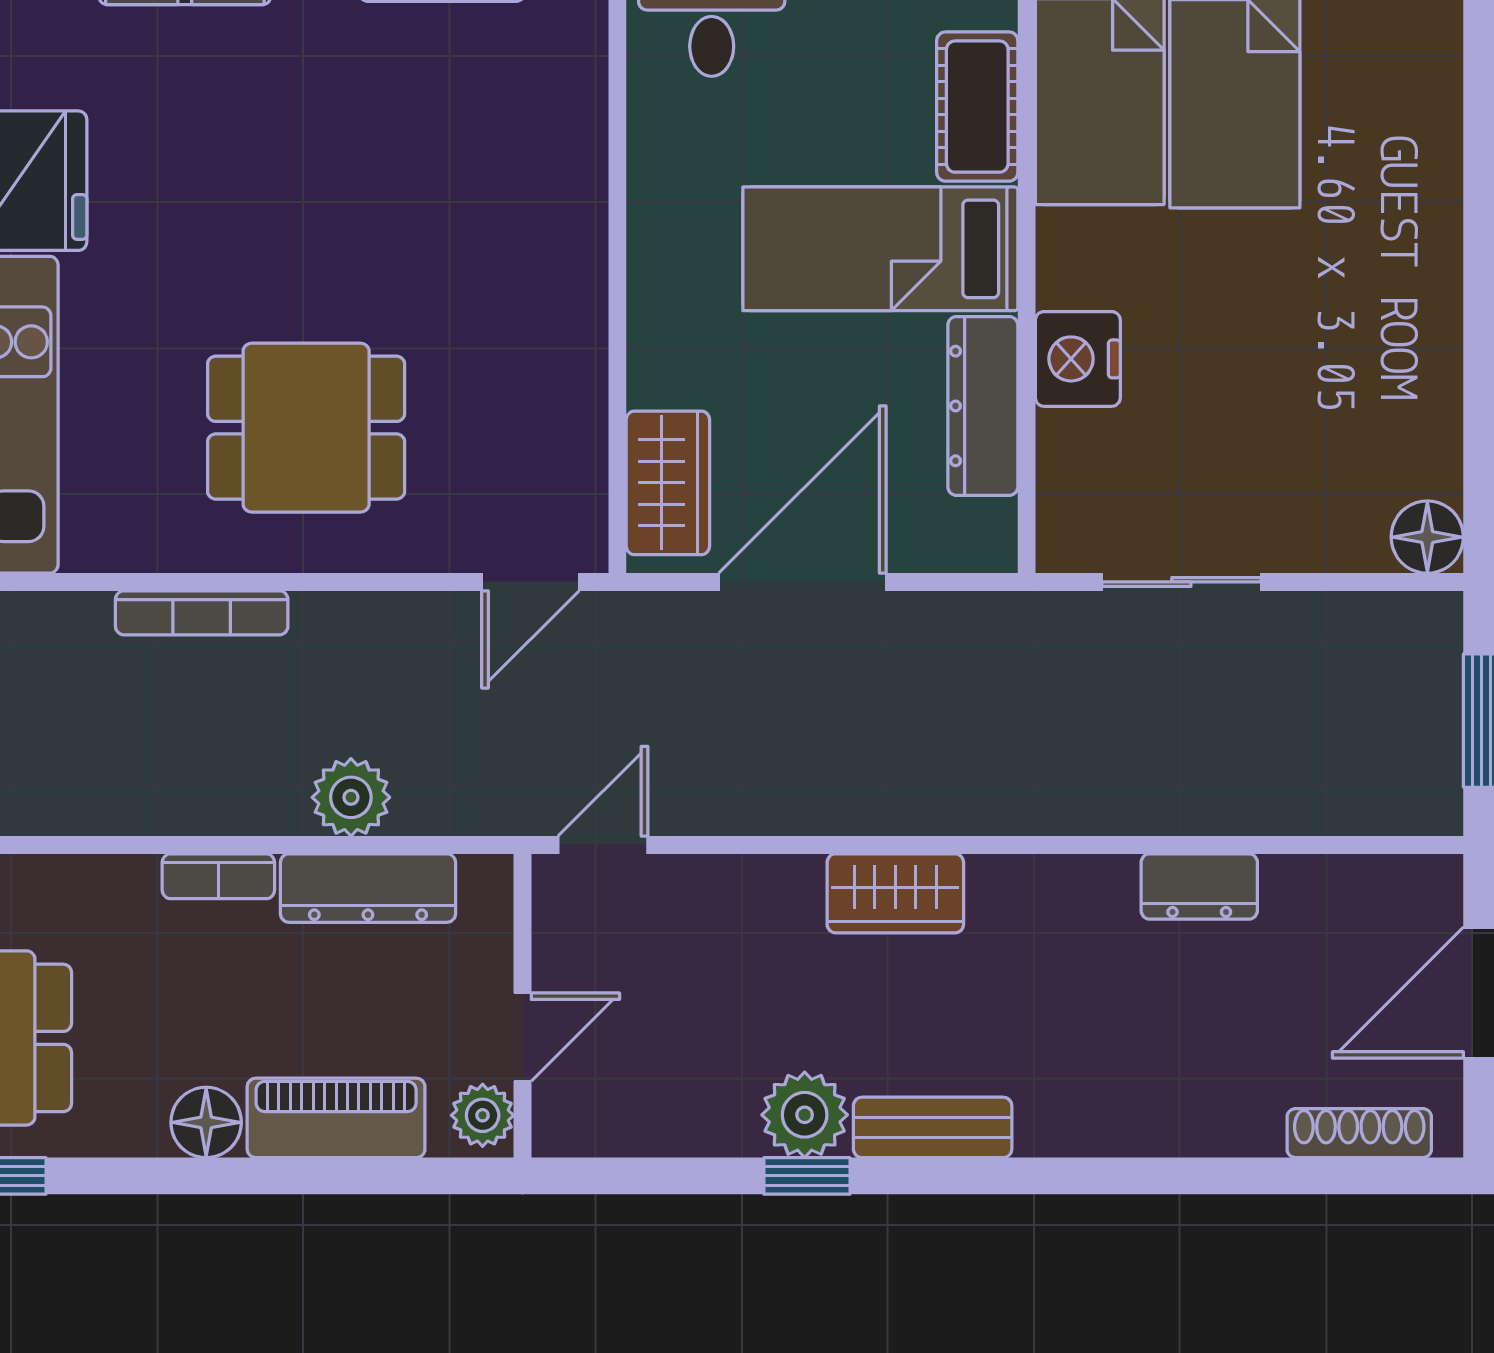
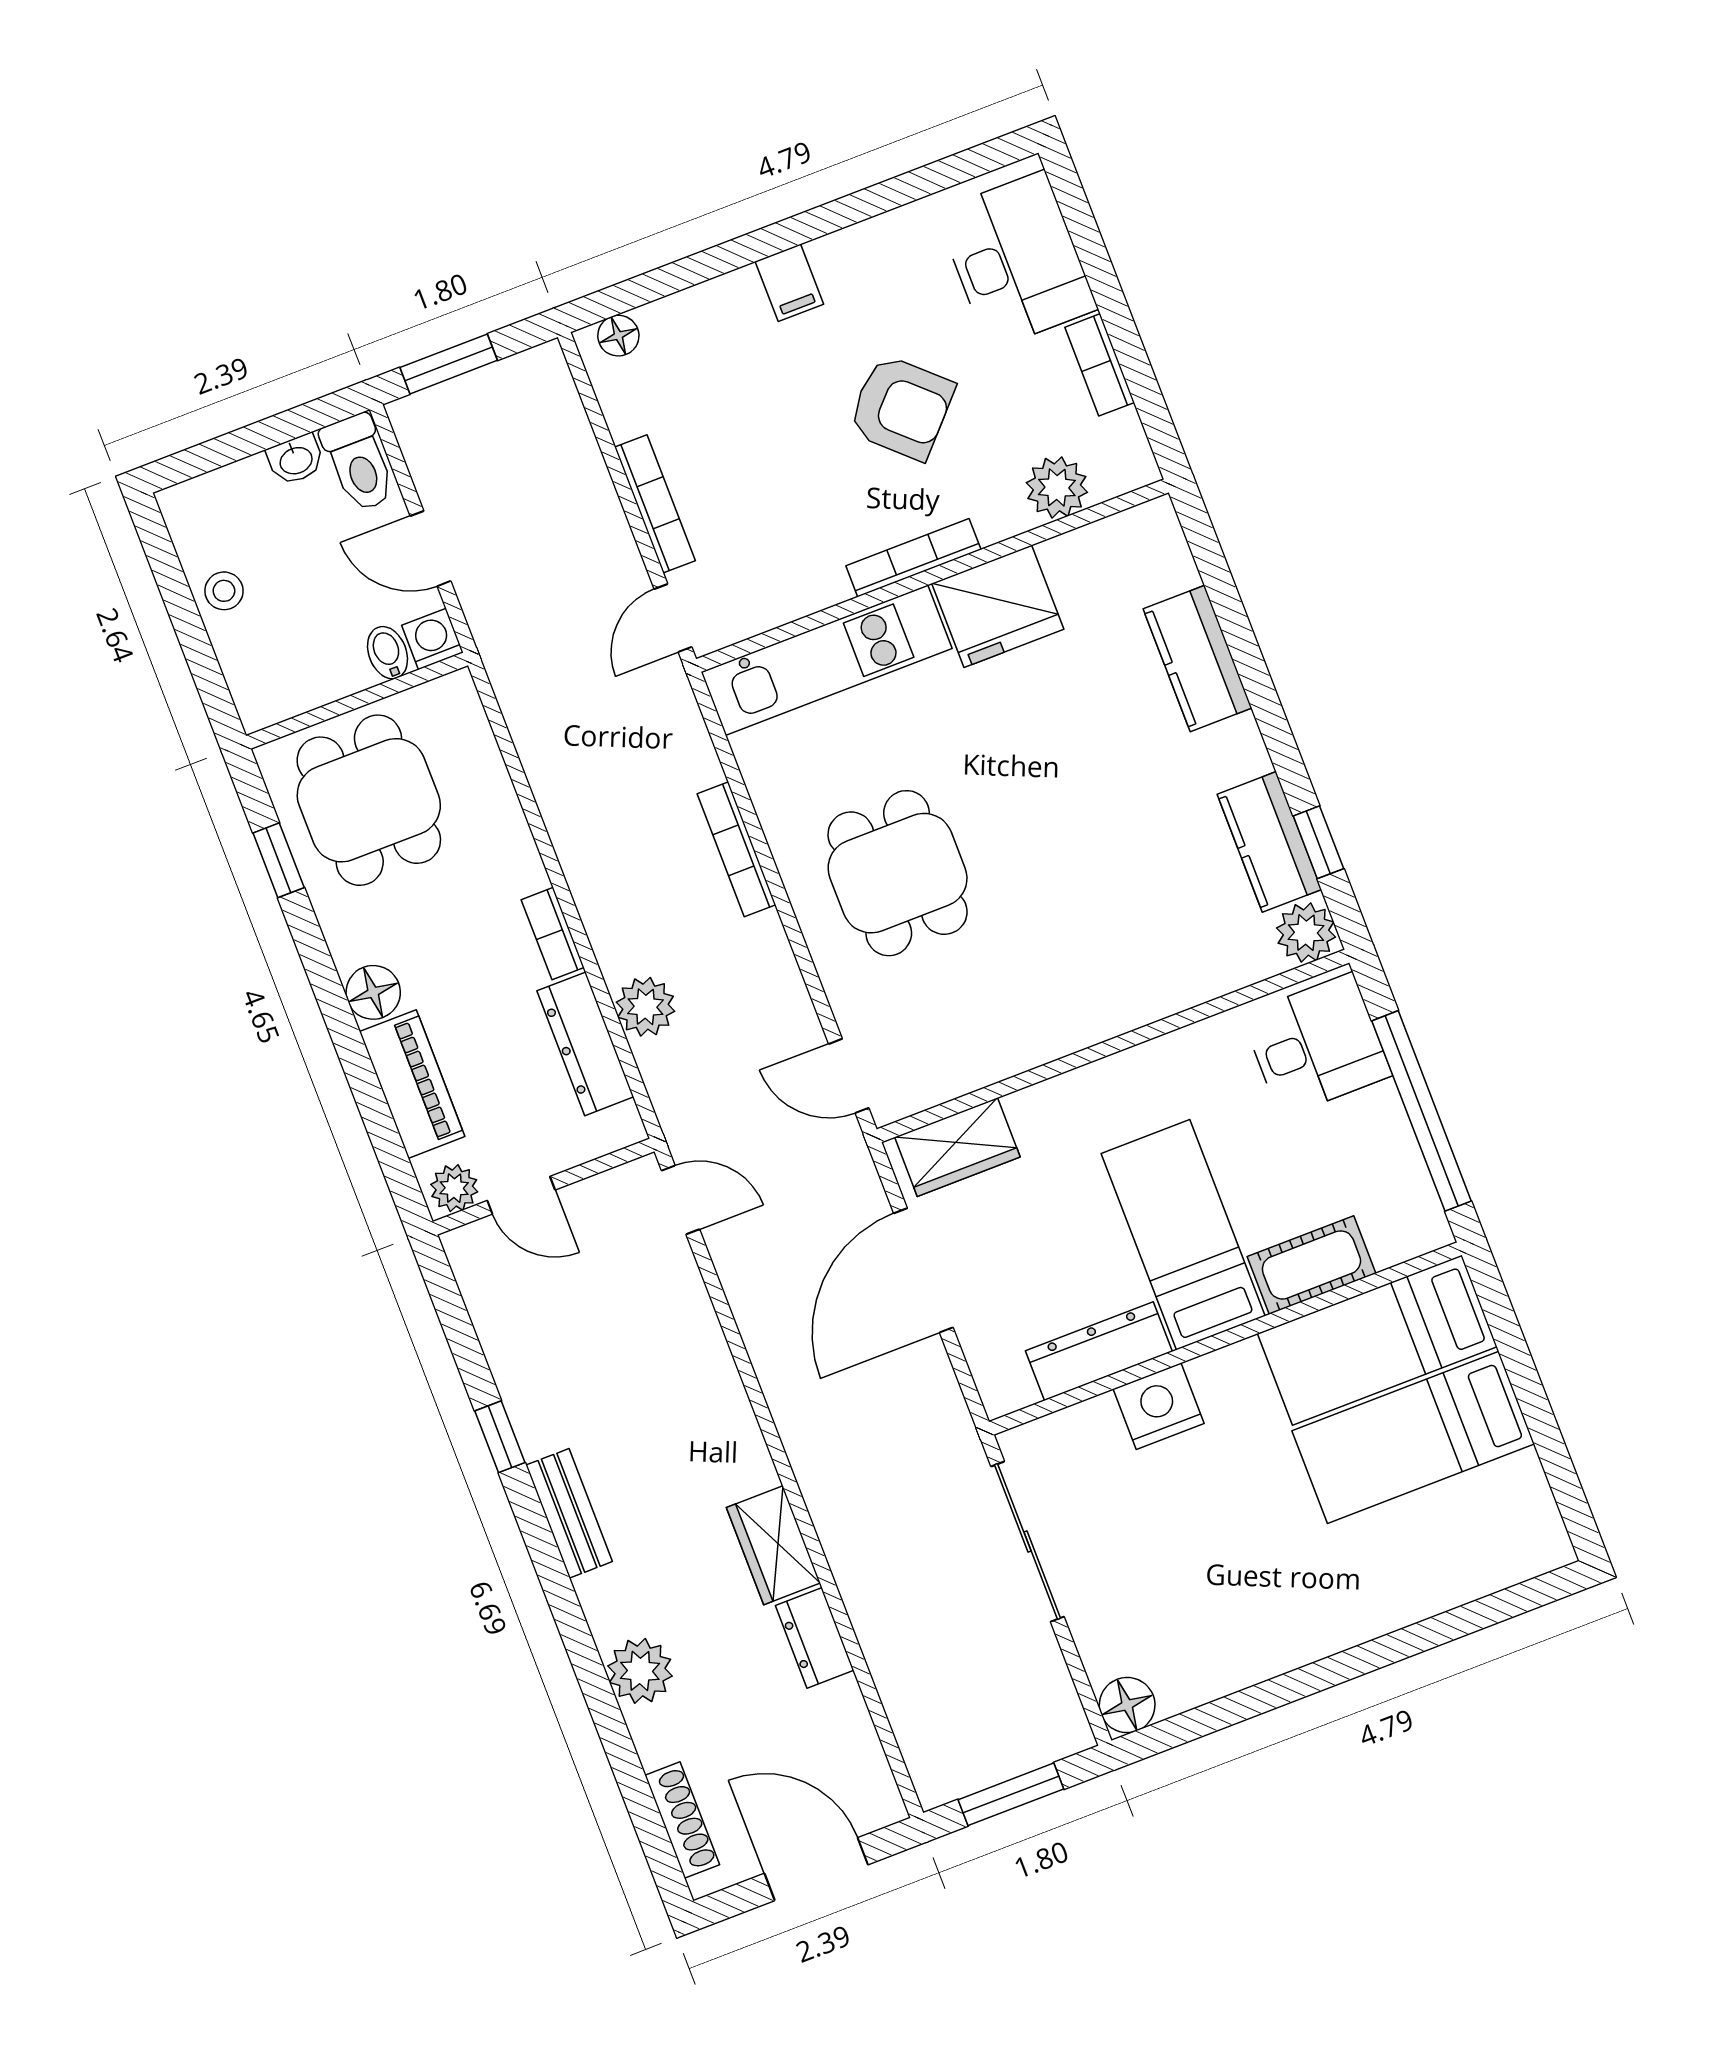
door: (802, 582) -> (923, 1270), swing flipped
sliding door: (1181, 582) -> (1027, 1542), width x1.37
wardrobe: (895, 893) -> (773, 1545), moved
plant: (805, 1115) -> (640, 1671), moved

